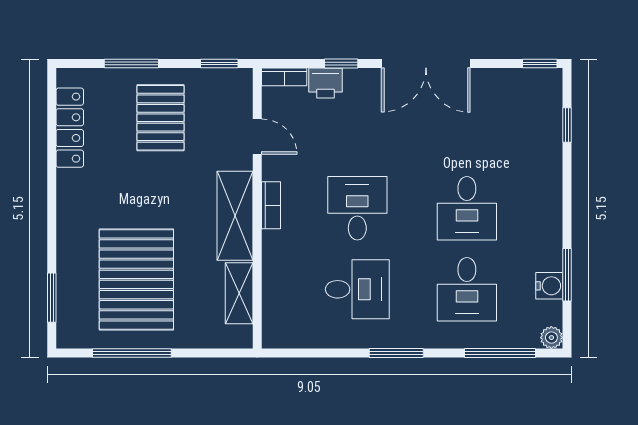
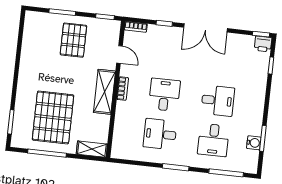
printer: (326, 83) -> (263, 44), moved
locker: (70, 128) -> (29, 40), removed
desk: (467, 208) -> (218, 101), turned -90
desk: (357, 289) -> (160, 134), turned 180
shelving: (239, 293) -> (92, 149), moved, turned 90
plant: (551, 338) -> (252, 168), removed

